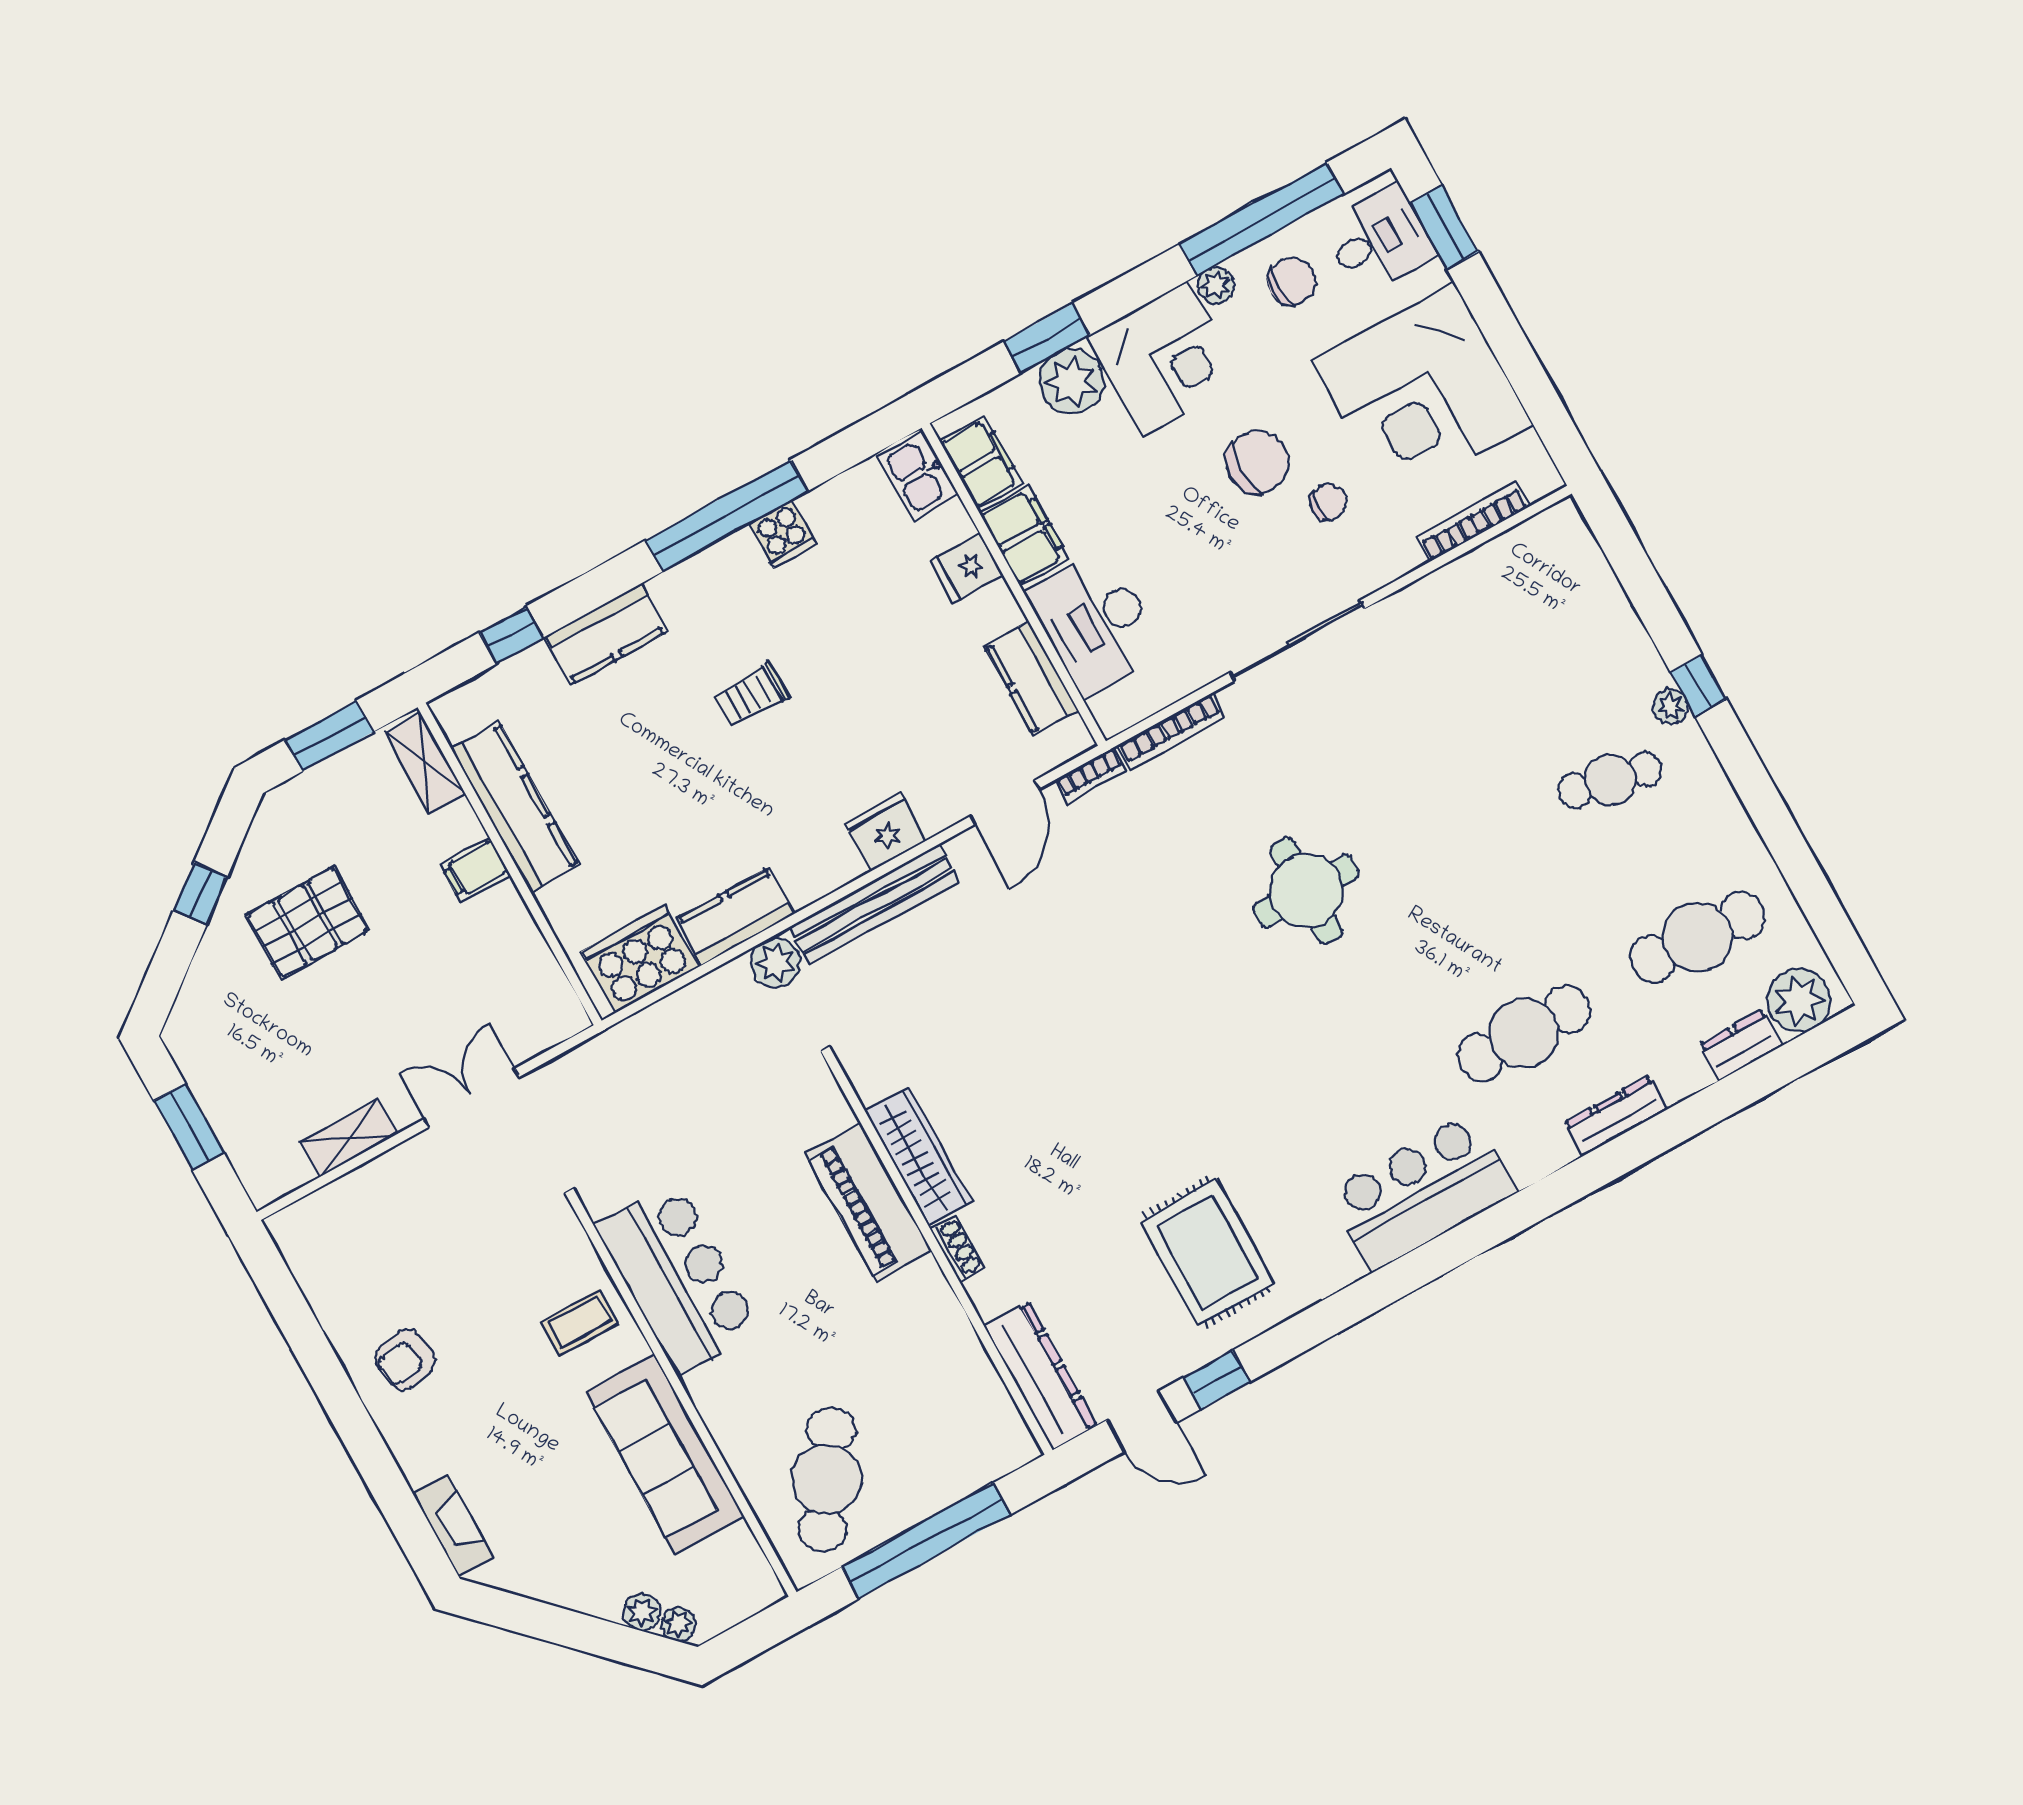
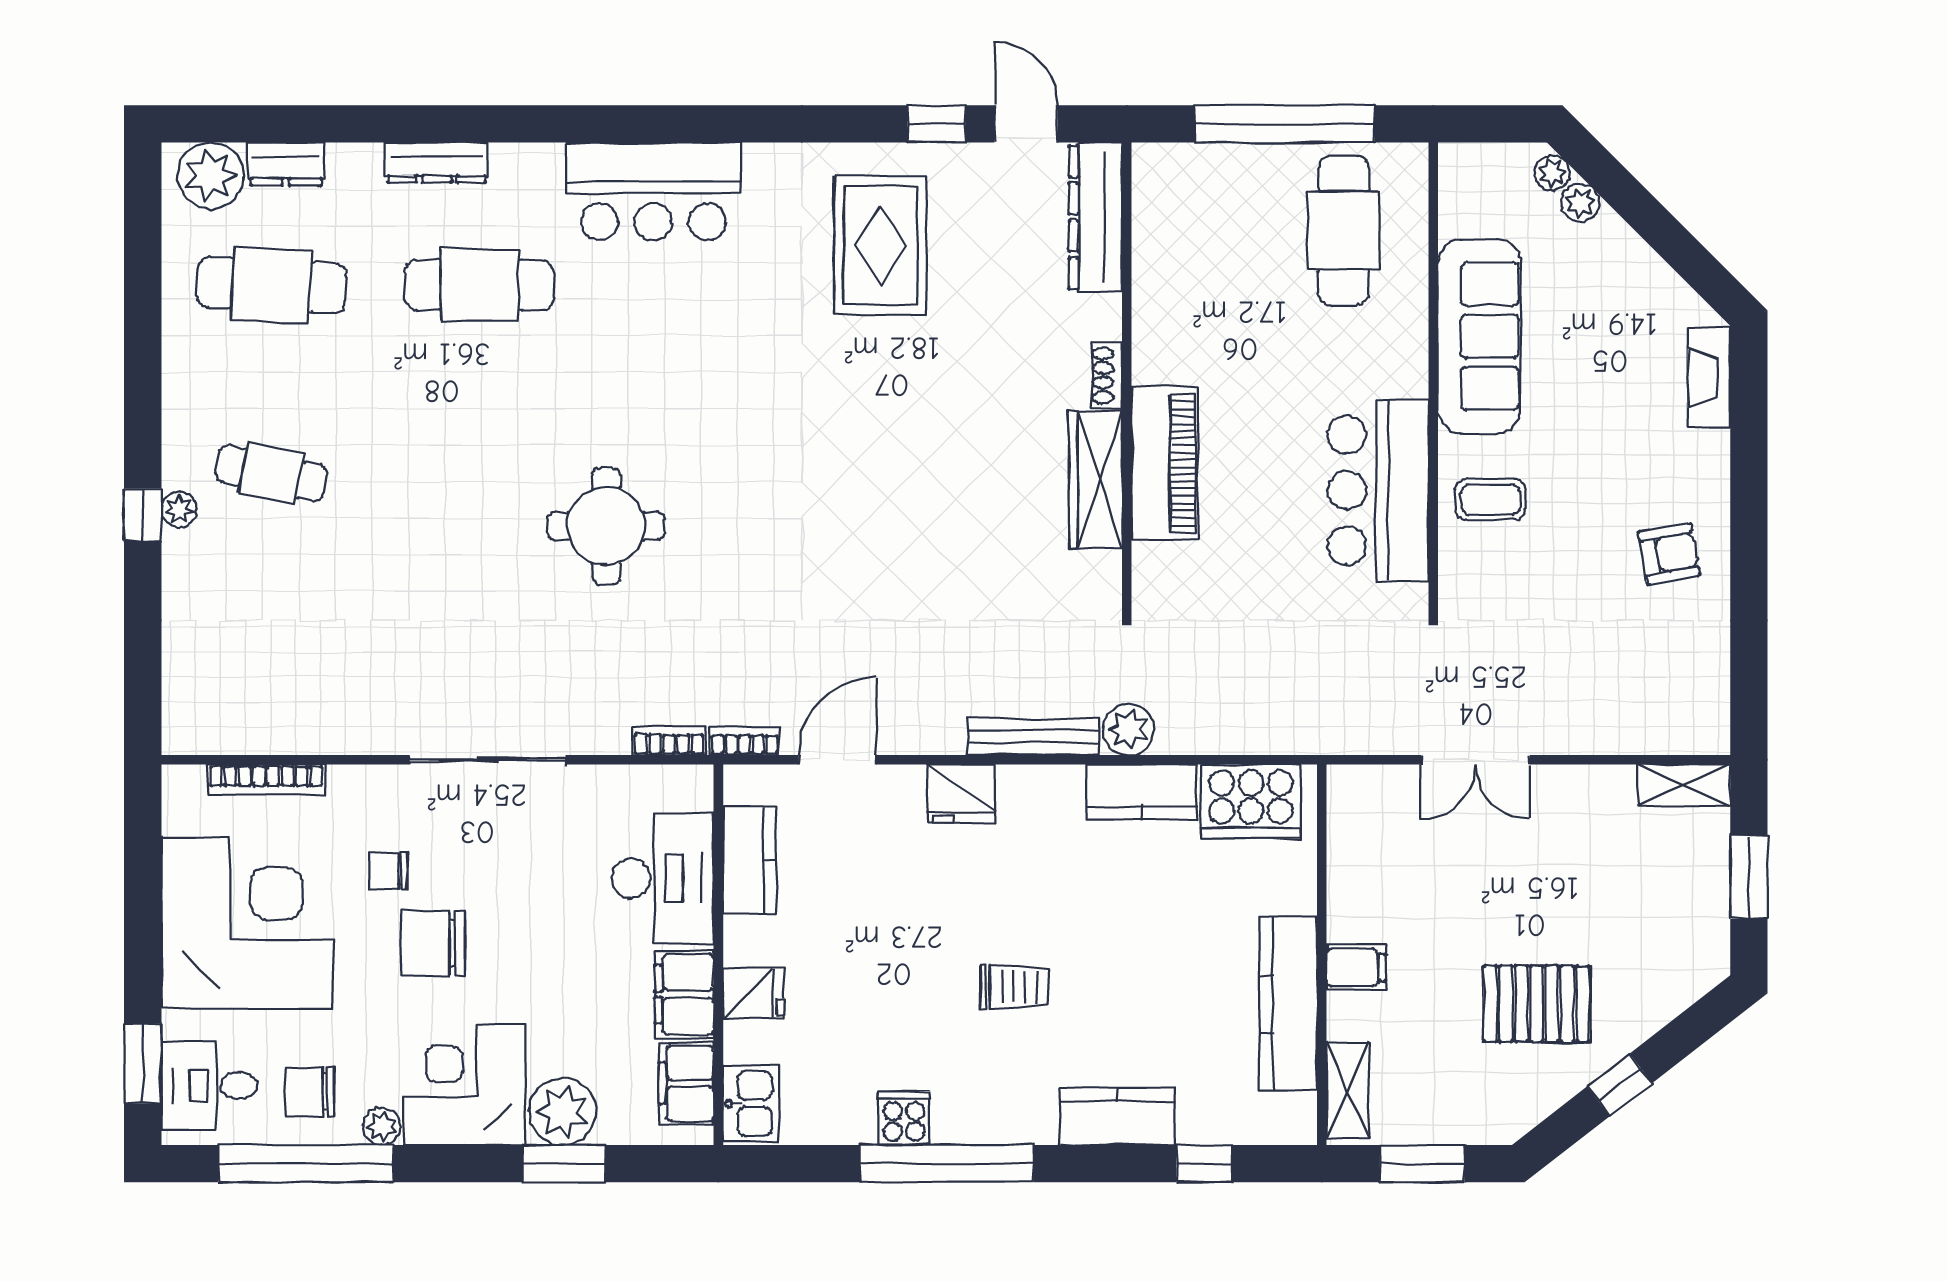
bookcase: (1171, 731) -> (669, 740), width x0.64
bench: (874, 905) -> (1033, 737), width x0.73, depth x0.82
shelving: (349, 1138) -> (1684, 785), moved
cafe table: (827, 1479) -> (1344, 230), turned -34

